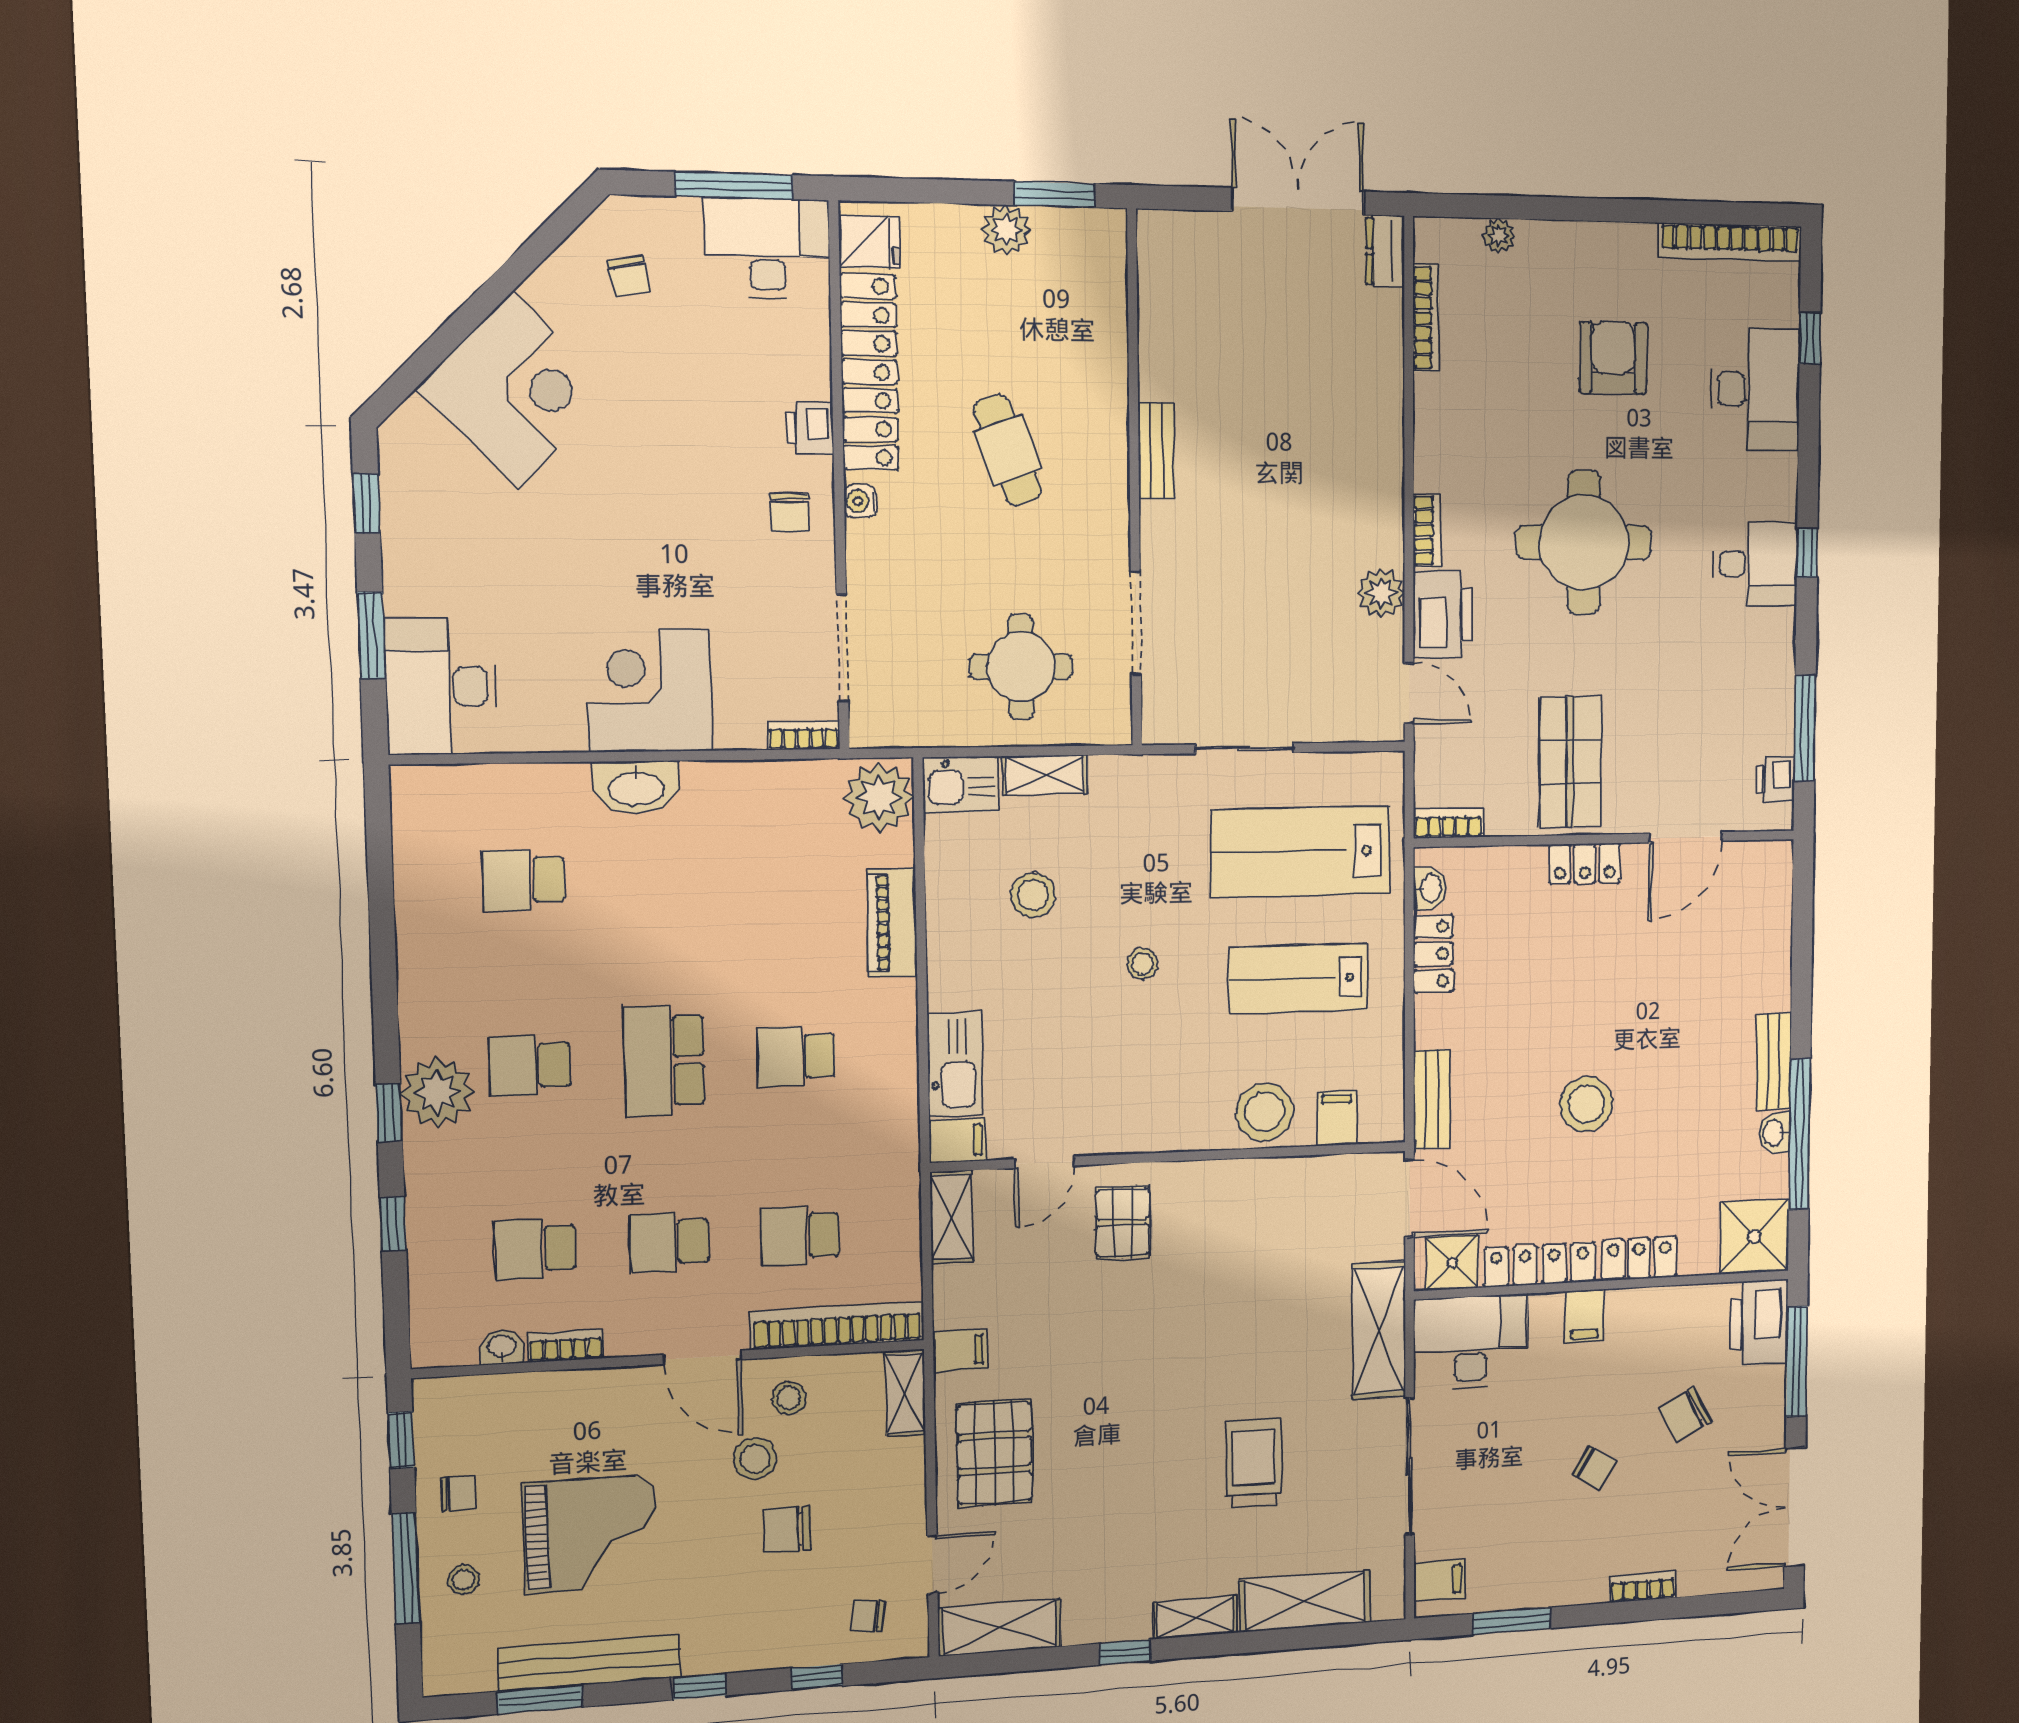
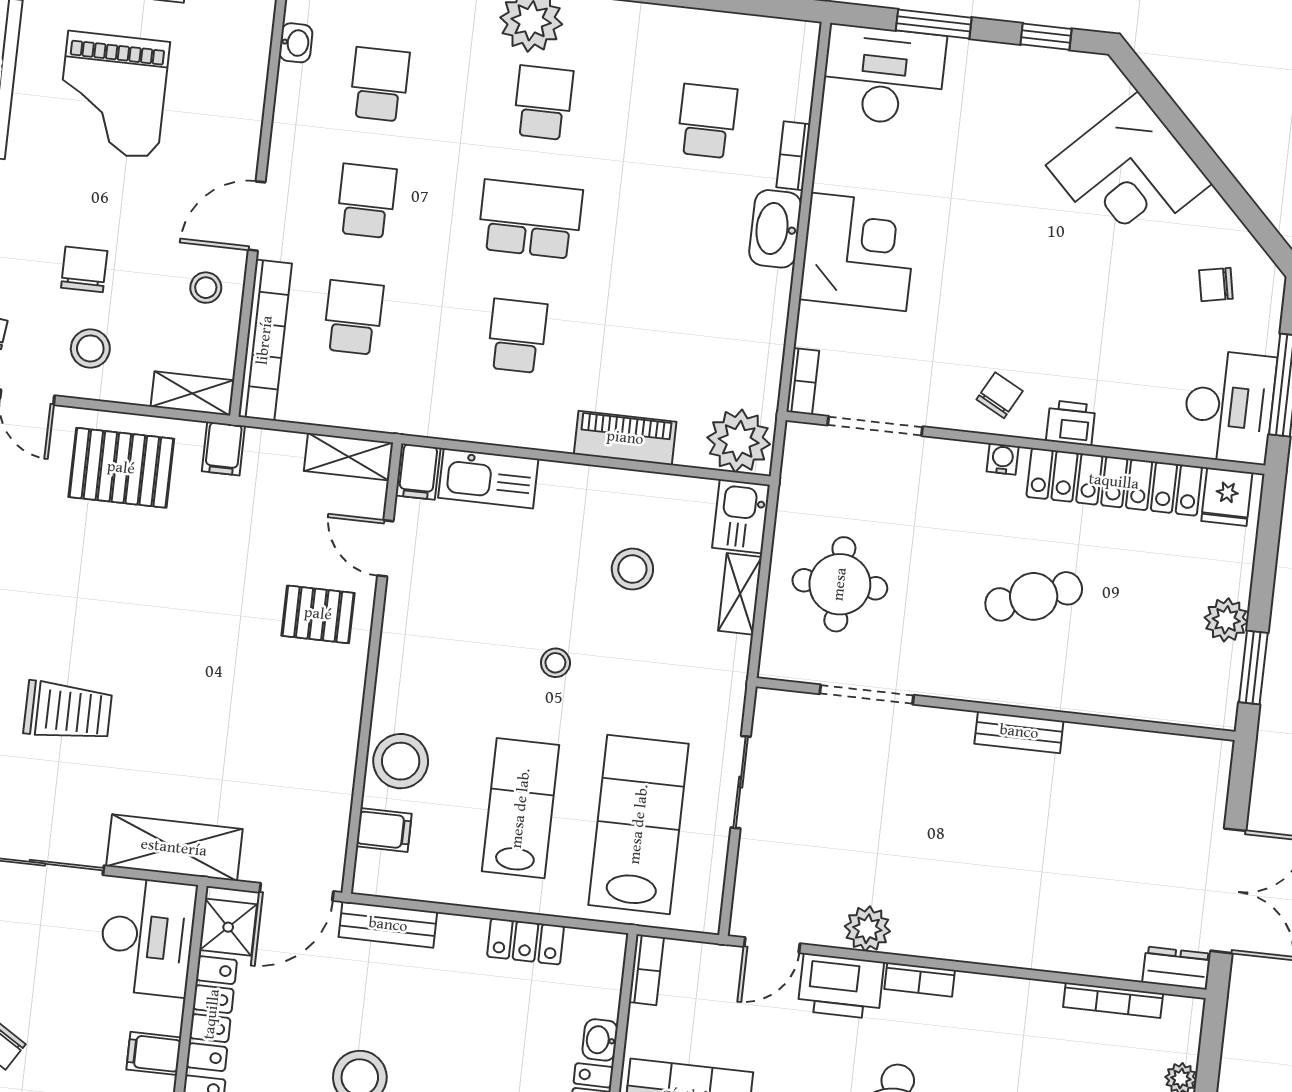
chair: (789, 512) -> (1000, 395), turned 118
washbasin: (1430, 888) -> (600, 1040), moved, turned 90
bookcase: (566, 1346) -> (793, 156), moved, turned 180
stool: (755, 1459) -> (90, 348), moved

